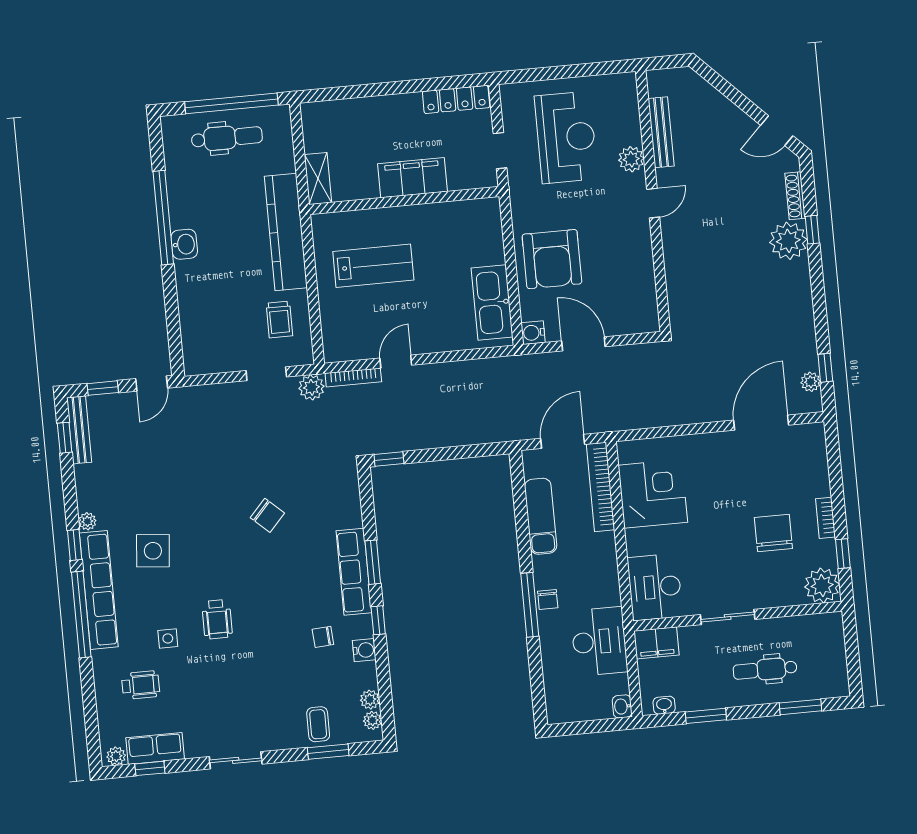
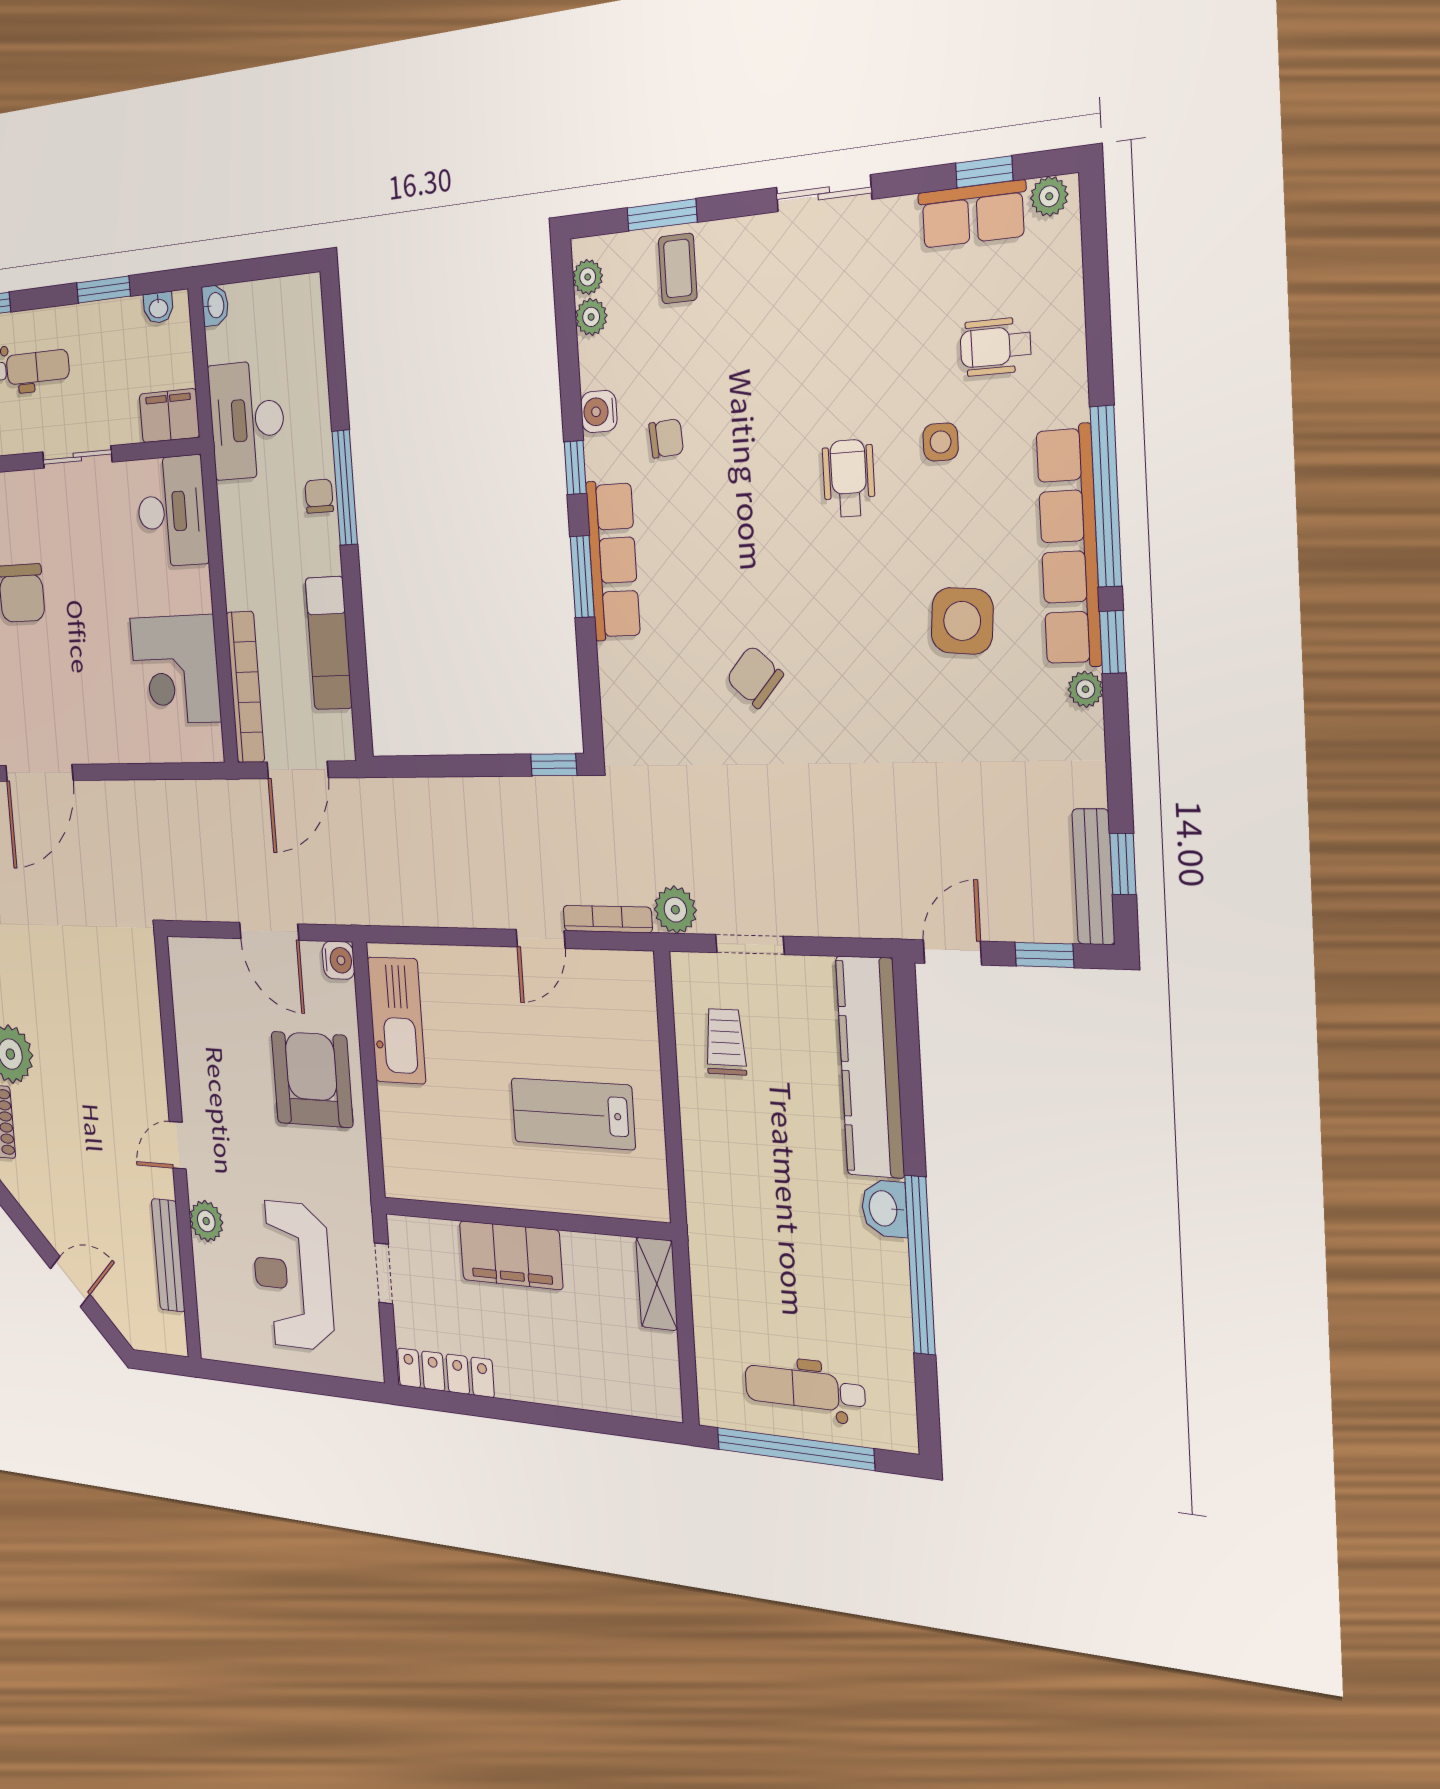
door: (777, 131) -> (70, 1281), moved
kitchen counter: (286, 232) -> (870, 1067), moved, turned 180

